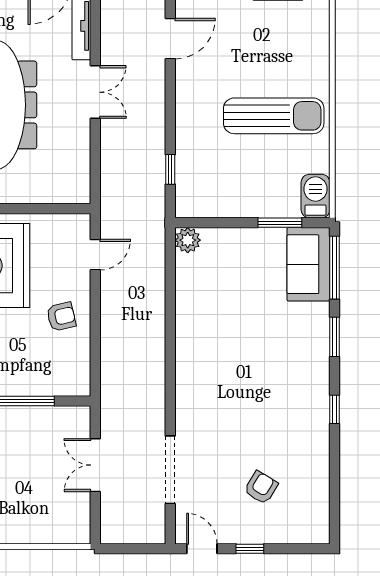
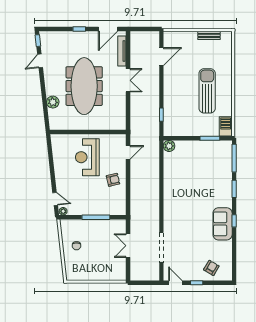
sun lounger: (274, 116) -> (207, 91), turned -90
sofa: (309, 264) -> (223, 224), moved
armchair: (261, 488) -> (211, 268), moved

